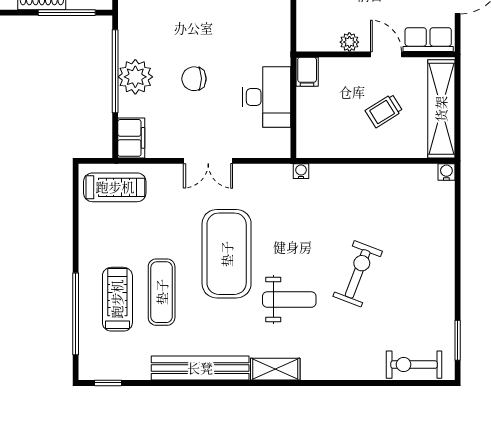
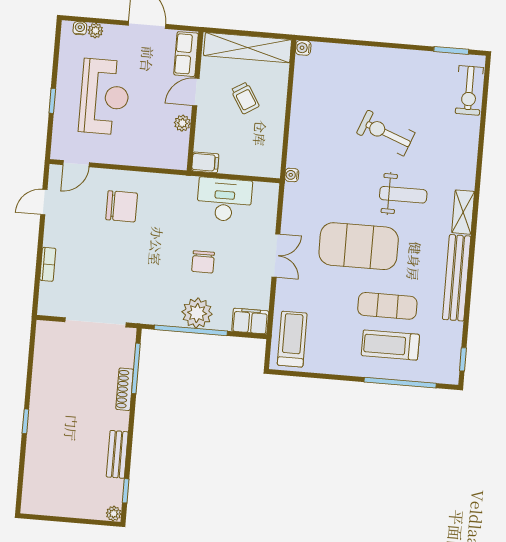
weight bench: (289, 300) -> (403, 195), turned 90

